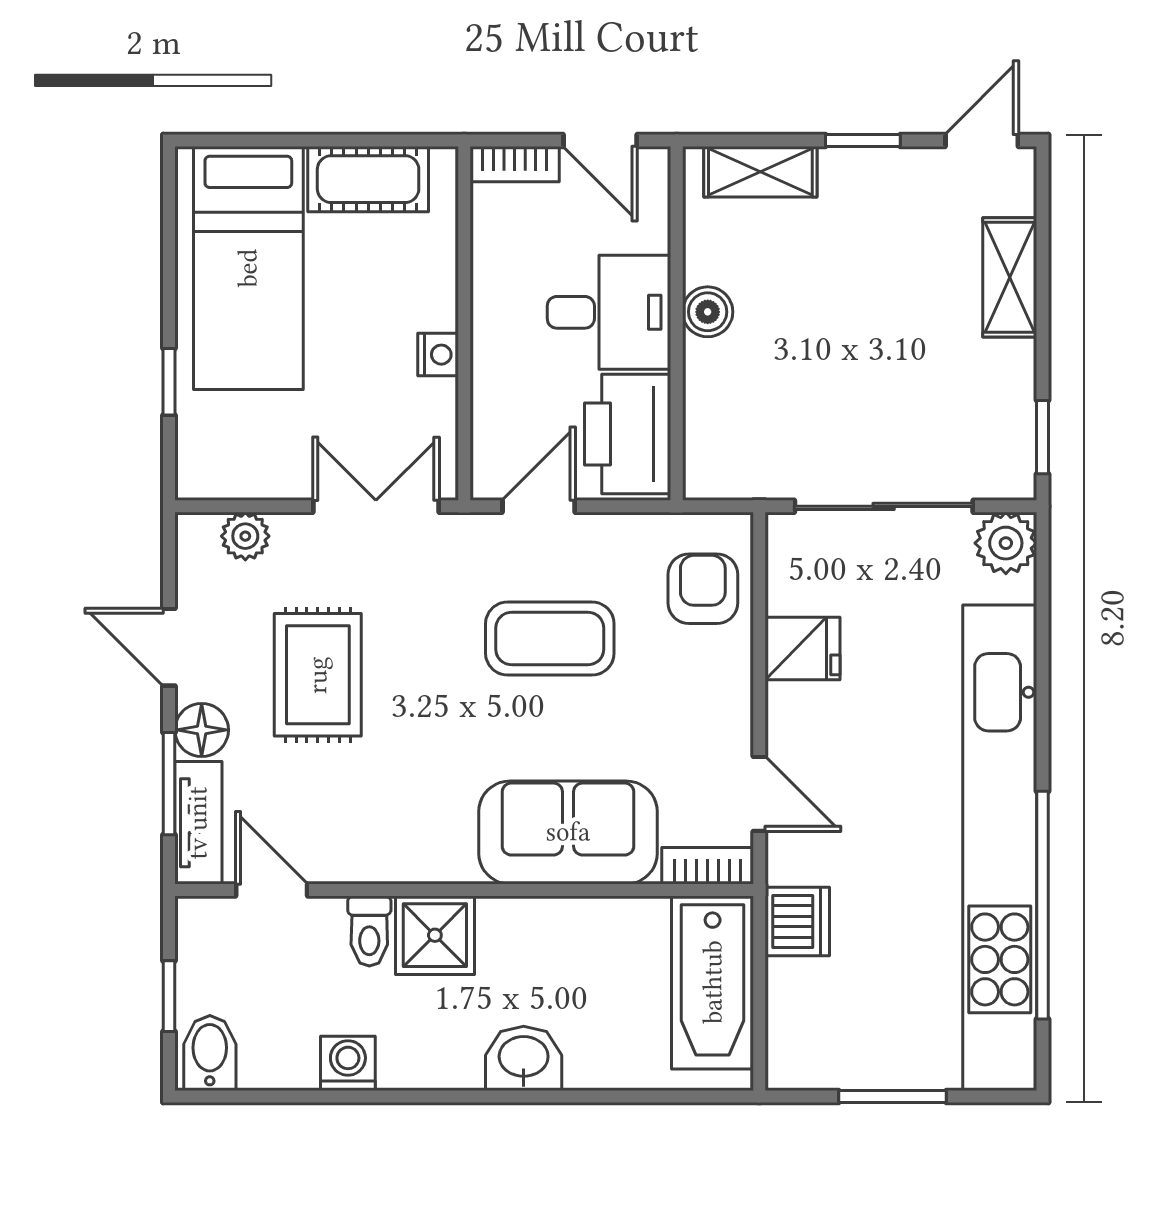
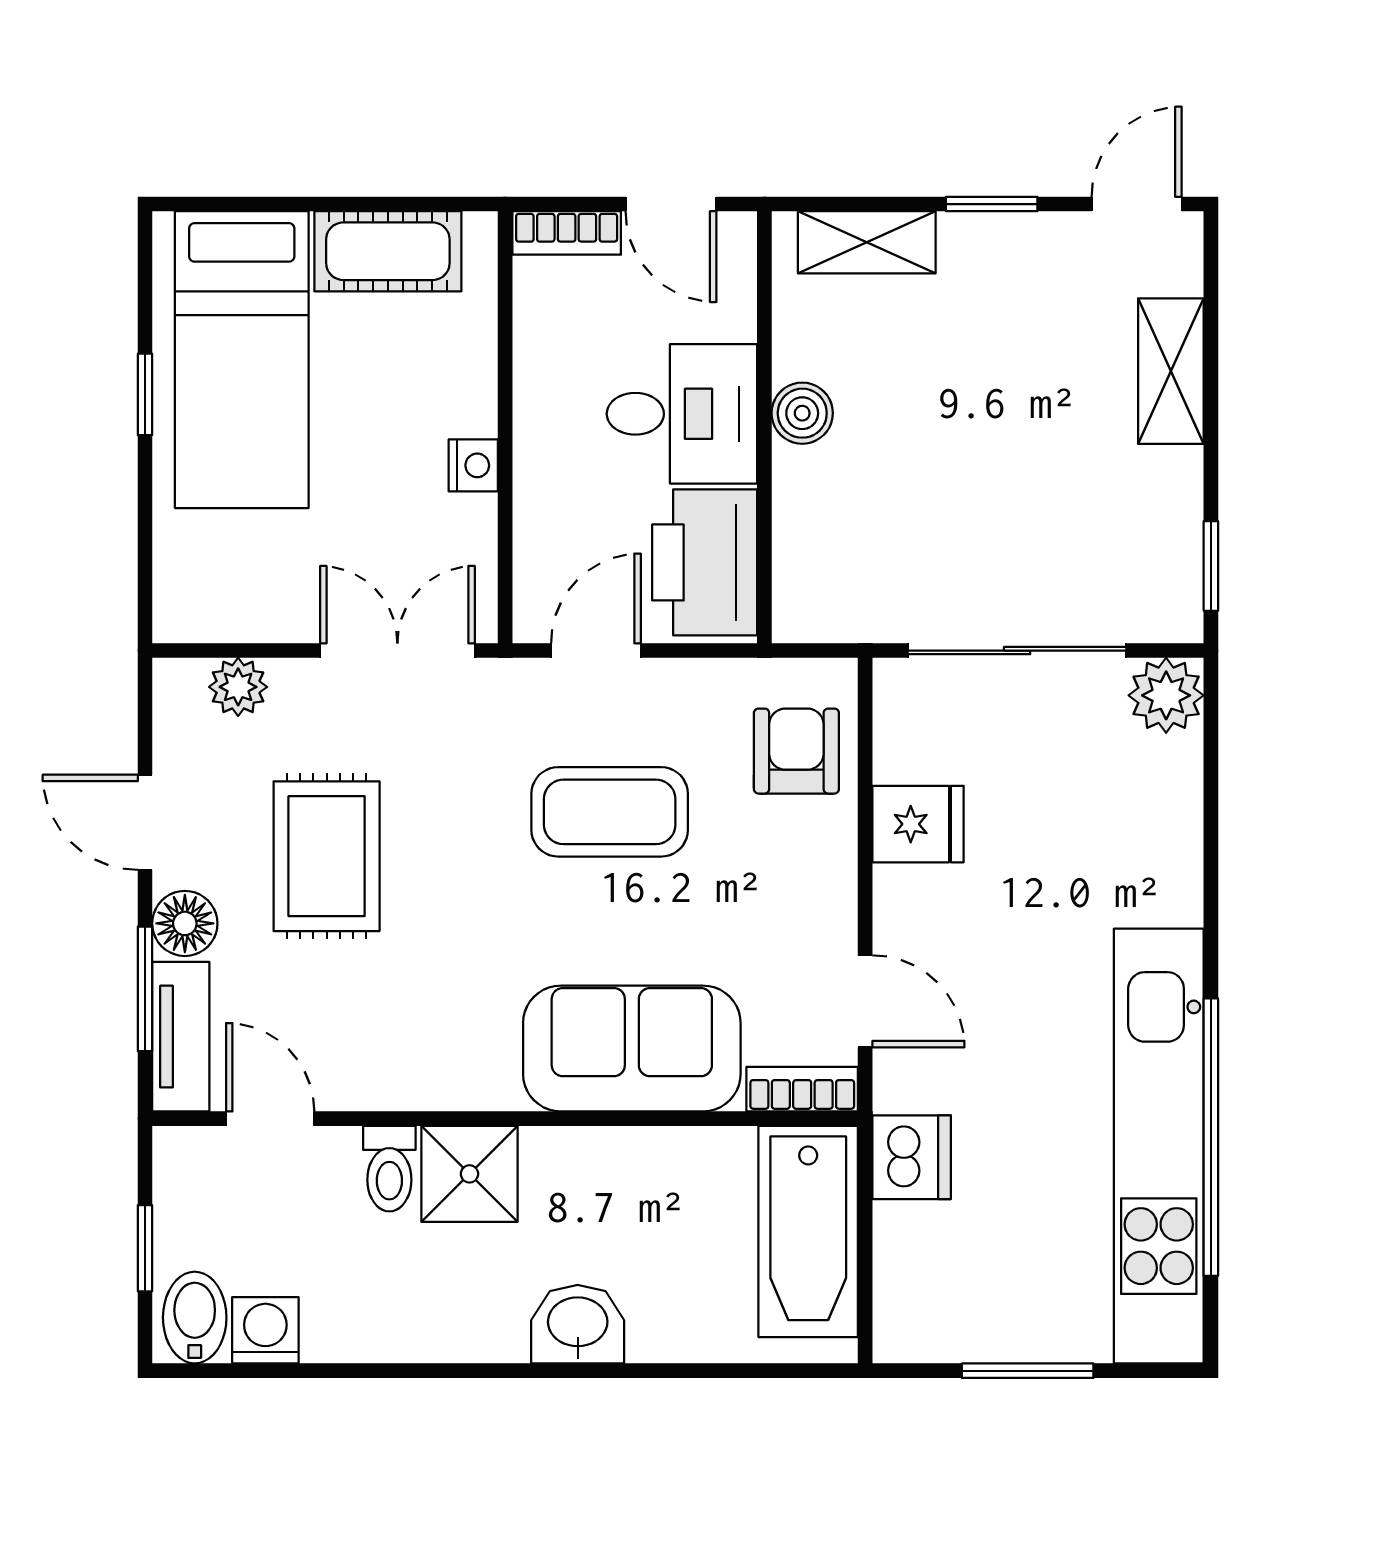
window: (169, 382) -> (145, 394), moved
kitchen unit: (1000, 848) -> (1159, 1146), width x0.73
washing machine: (348, 1063) -> (265, 1330), moved

